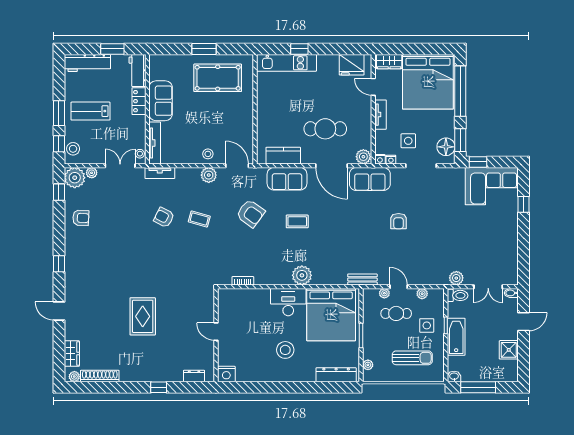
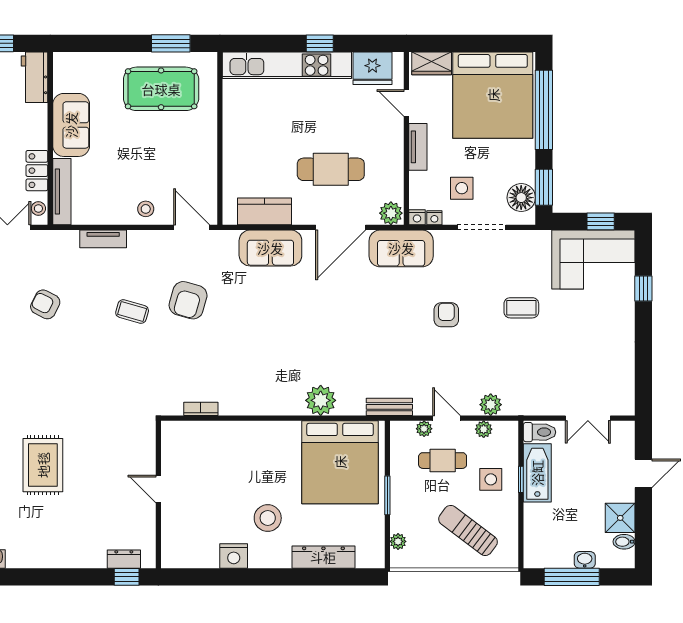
window: (204, 49) -> (171, 43), moved
window: (299, 49) -> (320, 43), moved
kitchen unit: (287, 63) -> (287, 65), width x1.36
locker: (139, 101) -> (37, 171), moved
window: (478, 162) -> (601, 221), moved
door: (332, 166) -> (341, 227), hinge flipped
tv unit: (160, 173) -> (103, 239), moved
plant: (209, 175) -> (147, 242), removed
armchair: (251, 213) -> (188, 300), moved, turned 70
armchair: (164, 217) -> (45, 304), moved
coffee table: (297, 221) -> (521, 308), moved
armchair: (399, 221) -> (446, 315), turned 180
plant: (302, 275) -> (321, 400), moved
plant: (456, 278) -> (491, 405), moved
bidet: (511, 293) -> (624, 542), moved
desk: (288, 302) -> (272, 442), removed
bathtub: (456, 337) -> (537, 473), moved
sun lounger: (412, 358) -> (468, 530), turned -143
nightstand: (226, 374) -> (234, 556), moved
dresser: (336, 375) -> (323, 557), moved
washbasin: (454, 376) -> (585, 560), moved
window: (159, 387) -> (127, 577), moved

